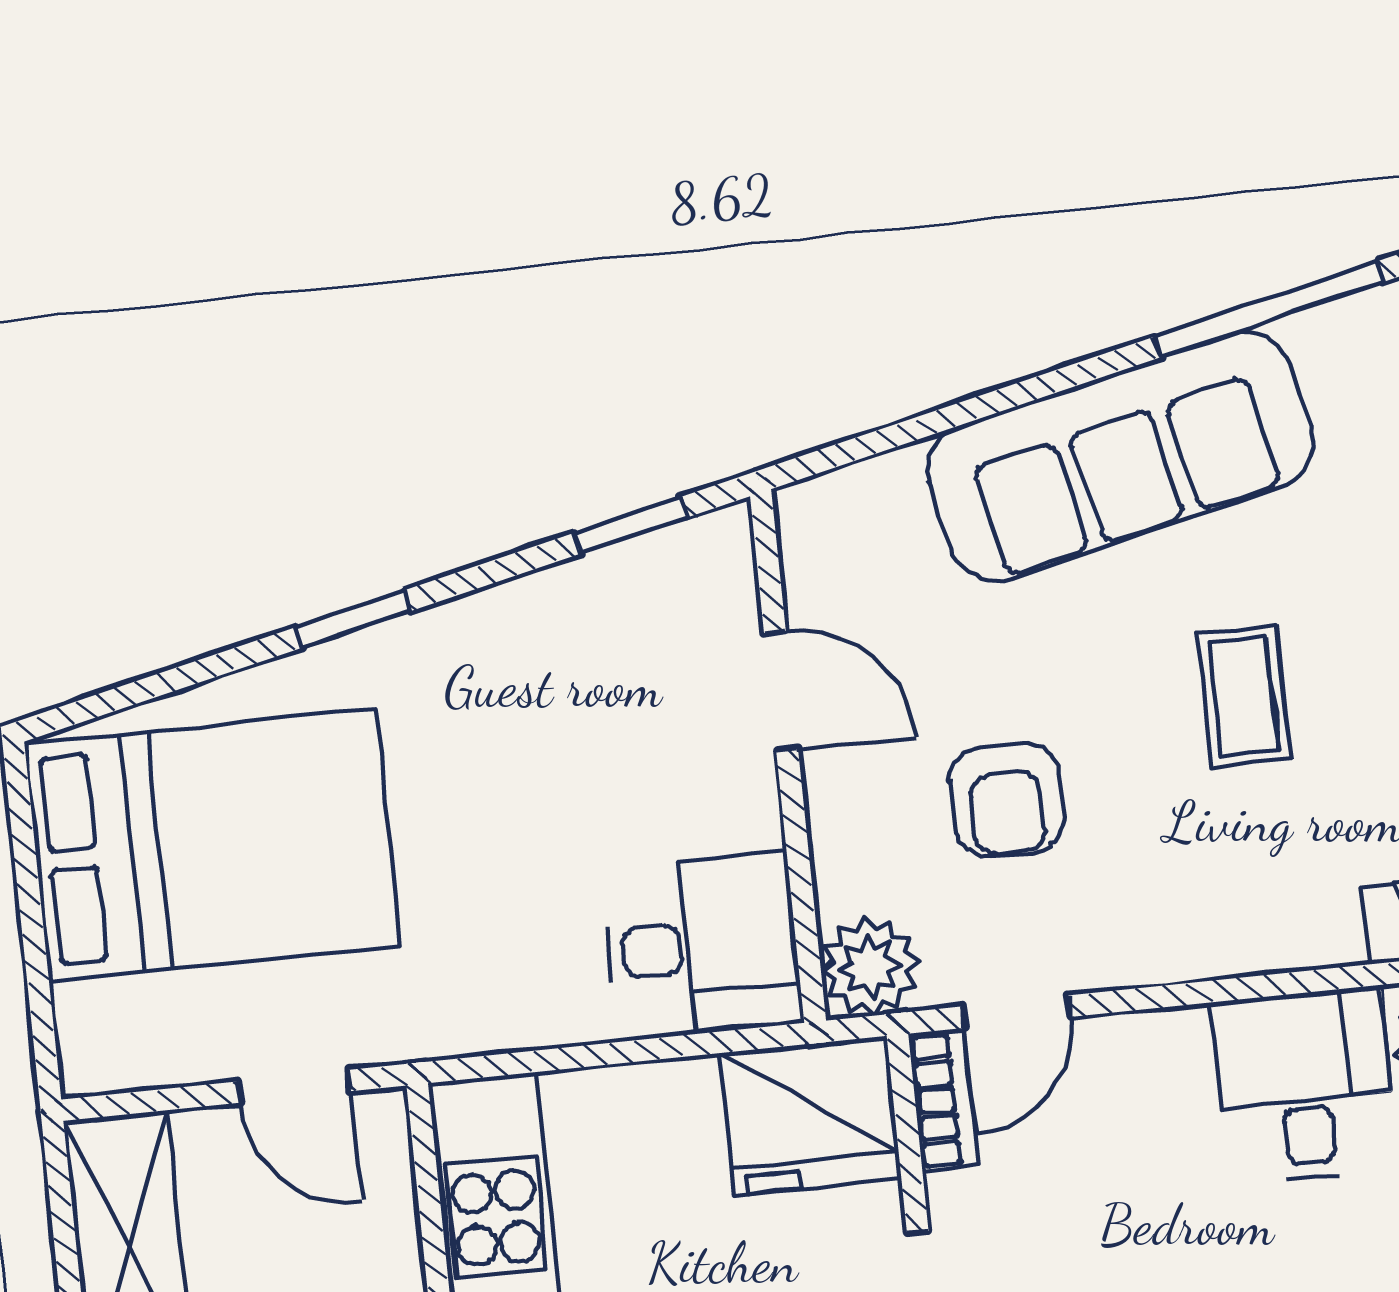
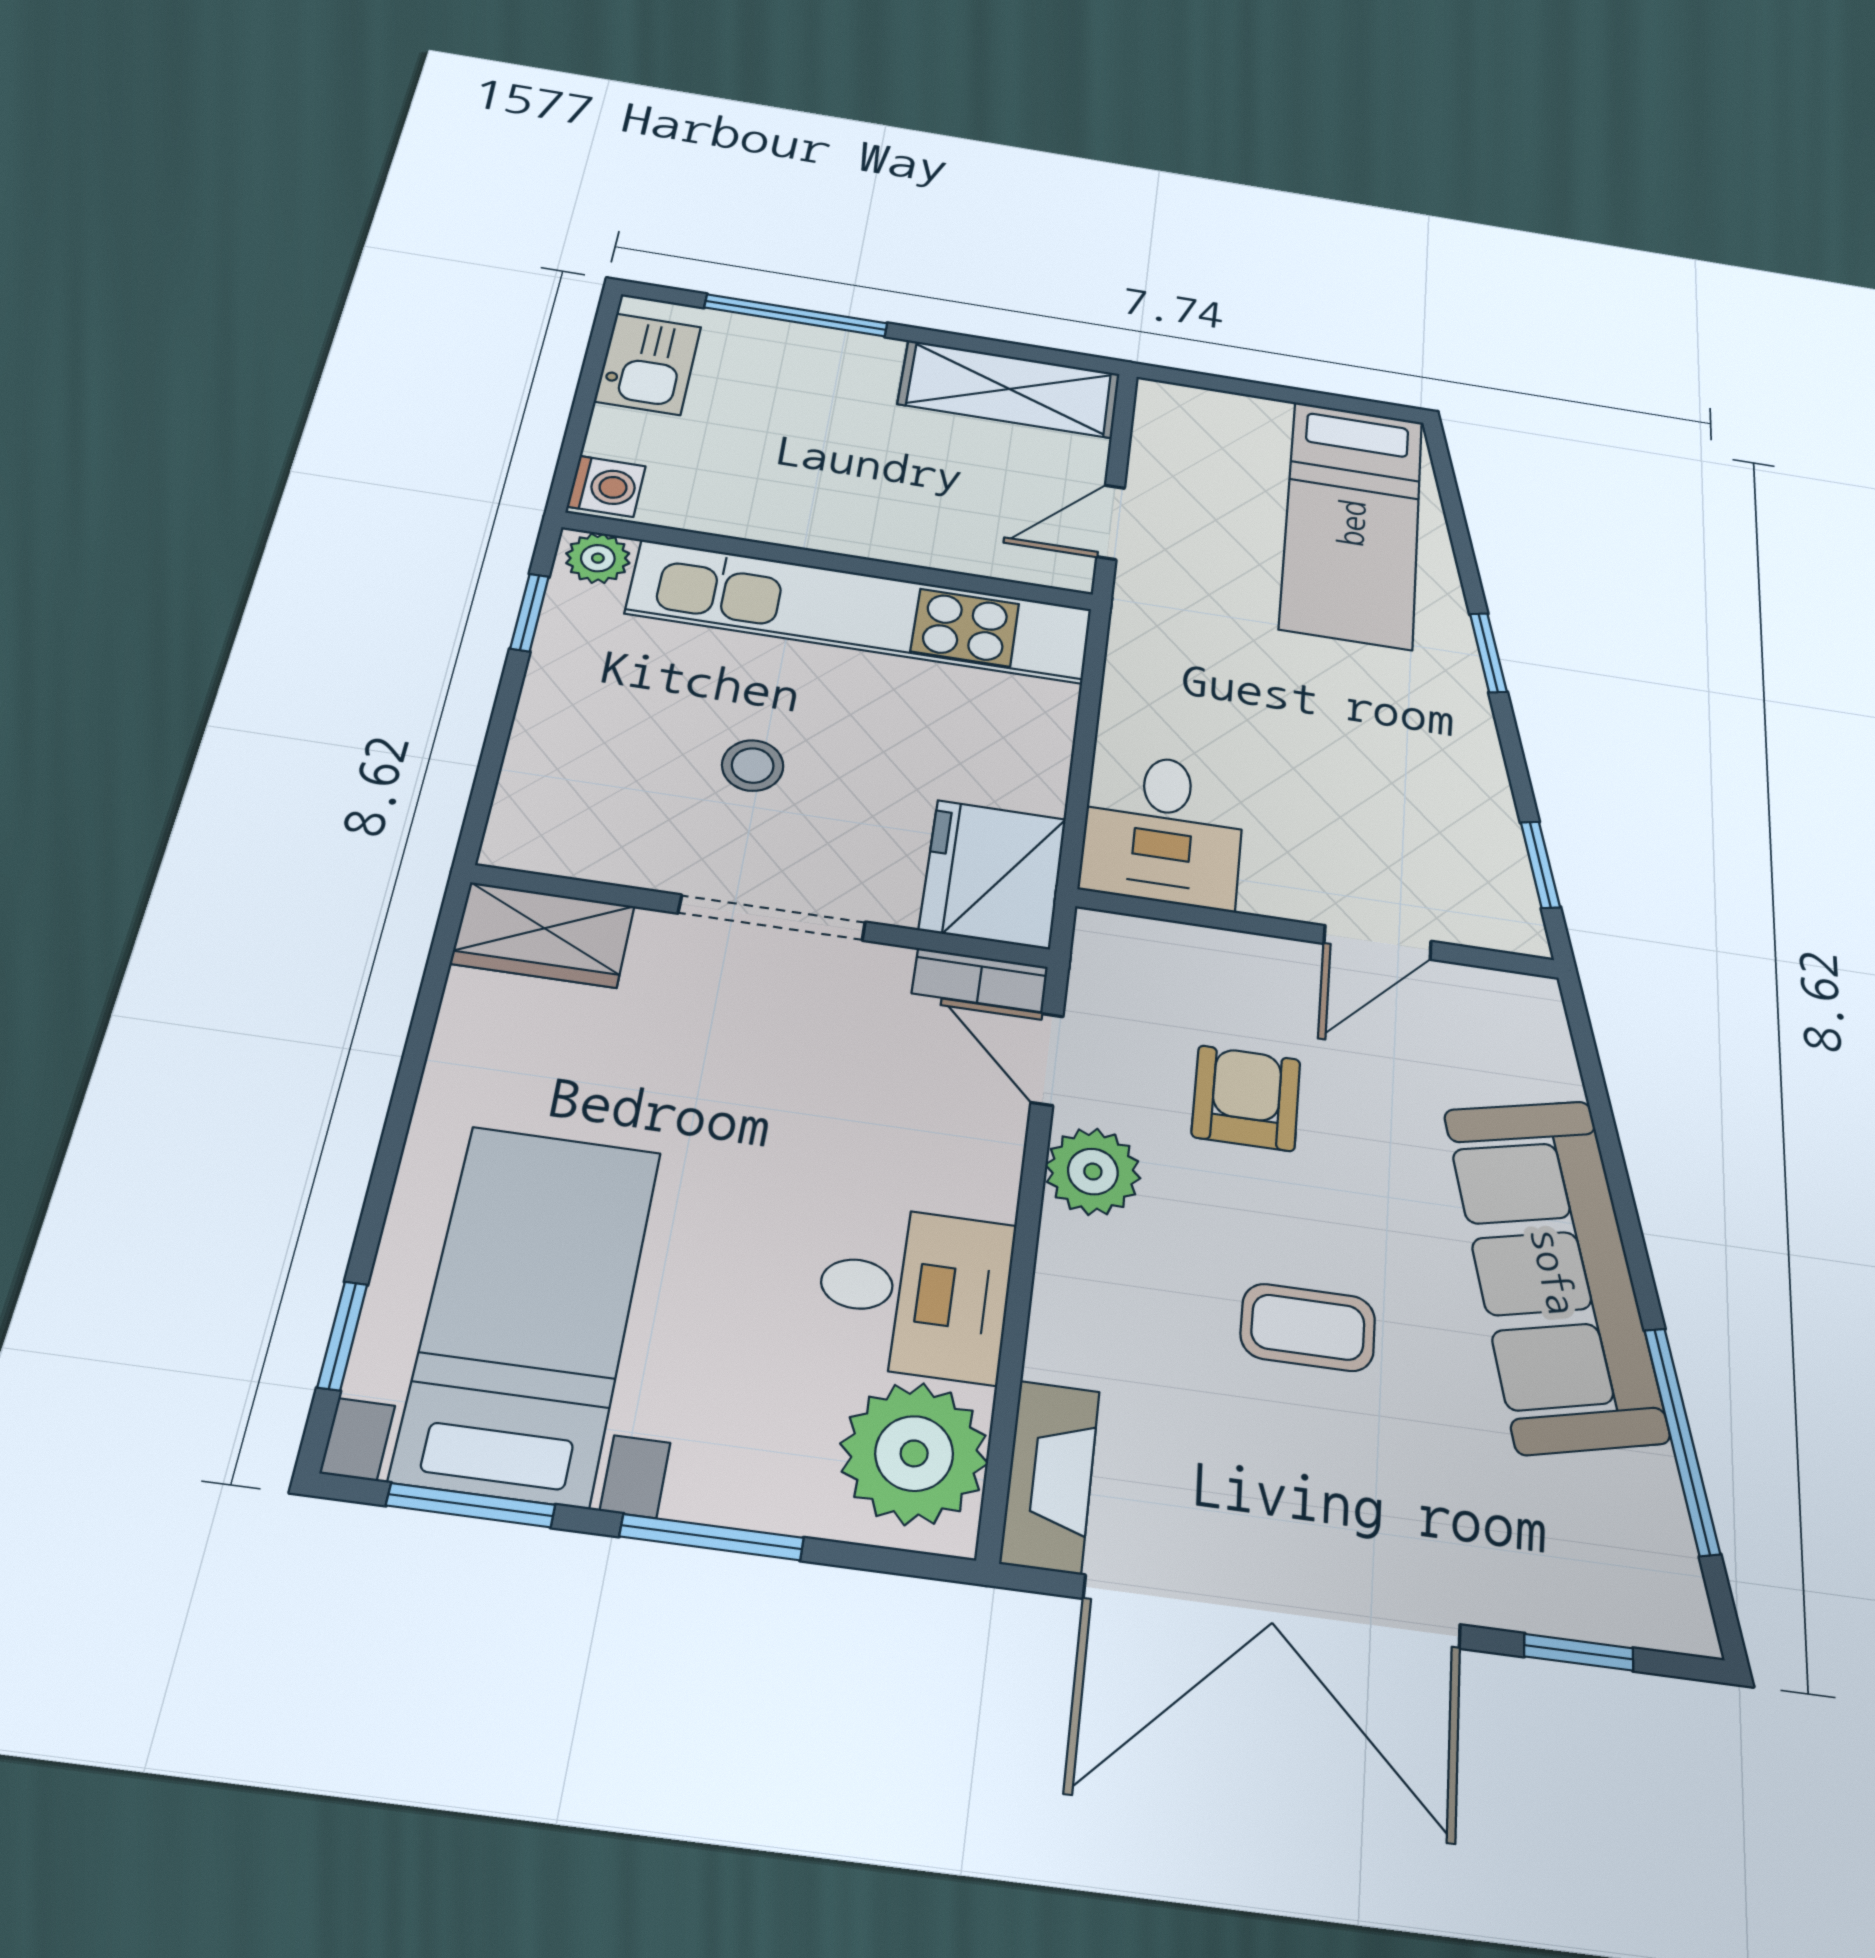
armchair: (1007, 800) -> (1246, 1098), turned 90
bed: (213, 845) -> (1352, 523), width x0.67
plant: (870, 967) -> (1093, 1172), moved

